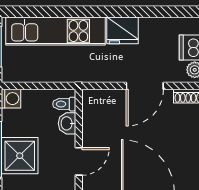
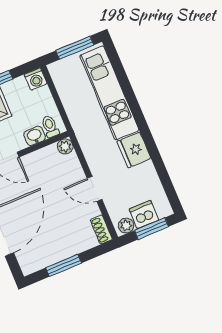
door: (145, 86) -> (95, 189), width x0.73
plant: (90, 97) -> (65, 146), added

